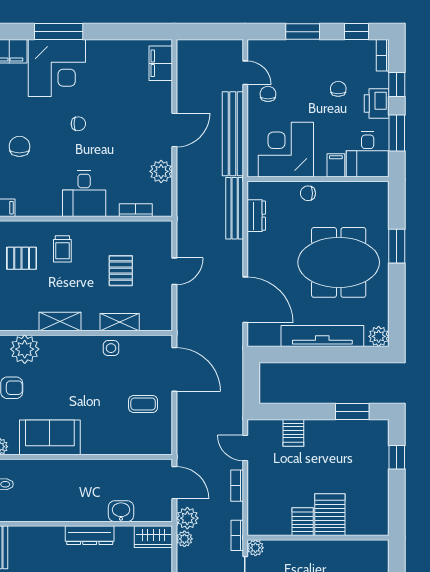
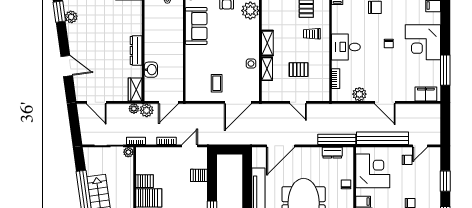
window: (59, 32) -> (445, 70), moved
corner desk: (57, 68) -> (423, 42), moved
shelving: (60, 321) -> (267, 43), moved

